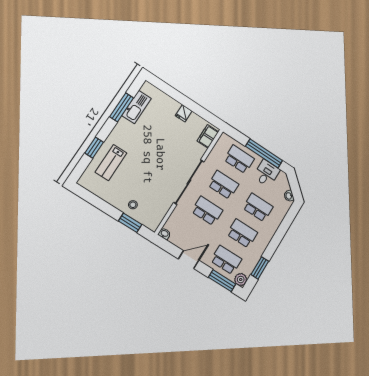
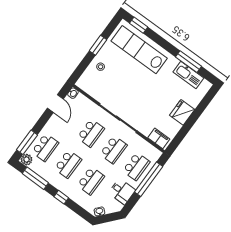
fridge: (184, 113) -> (182, 112), width x1.88, depth x1.34
window: (94, 148) -> (139, 25), moved
window: (264, 153) -> (149, 179), moved
lab bench: (111, 163) -> (139, 50), width x1.86, depth x1.39
window: (130, 223) -> (98, 45), moved
window: (277, 238) -> (61, 197), added
door: (189, 260) -> (55, 103), moved
window: (260, 268) -> (35, 178), width x1.44

